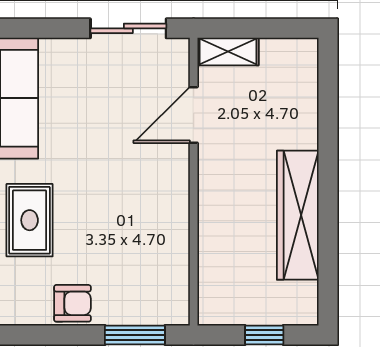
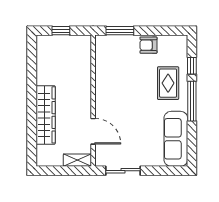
door: (194, 115) -> (93, 131), hinge flipped
wardrobe: (298, 215) -> (46, 115), moved

